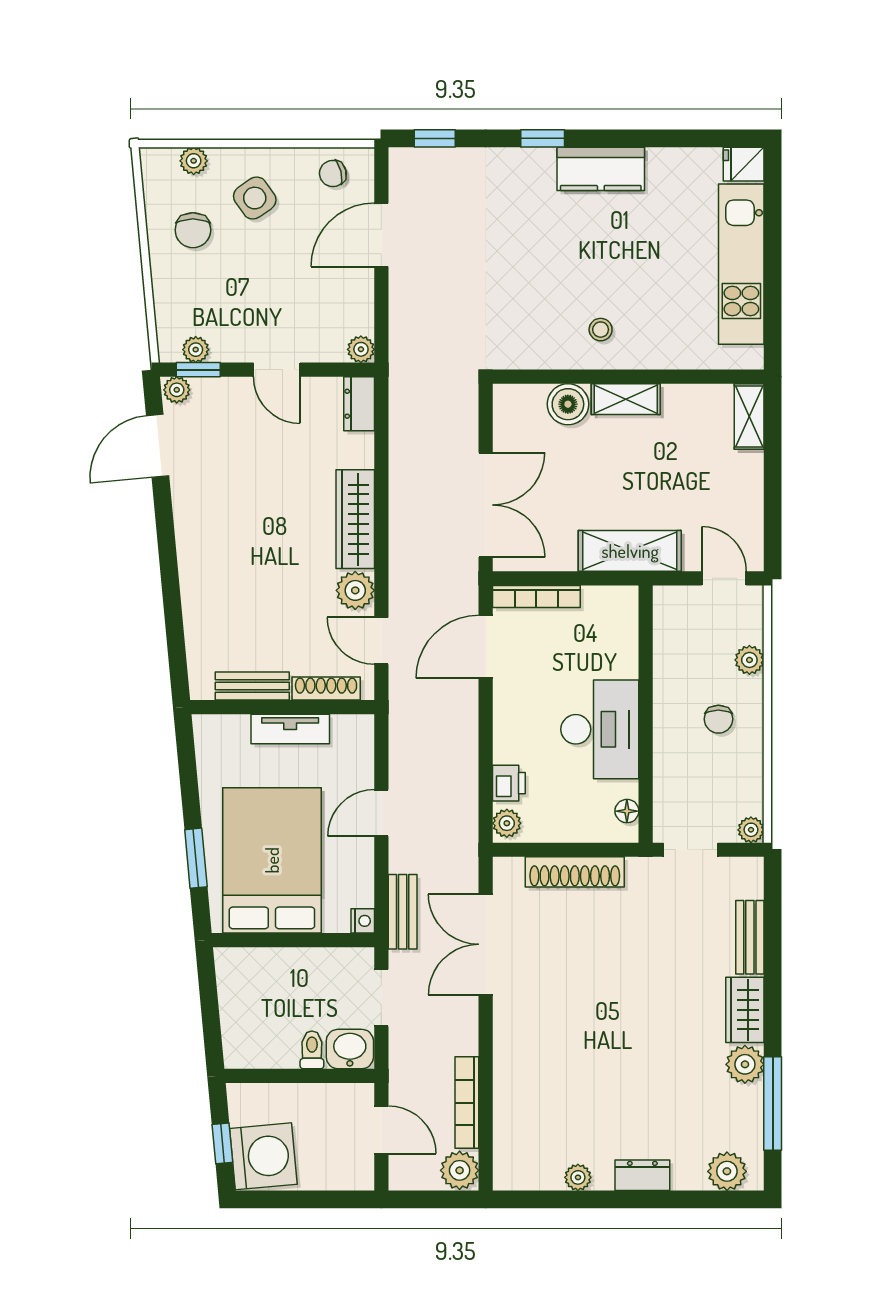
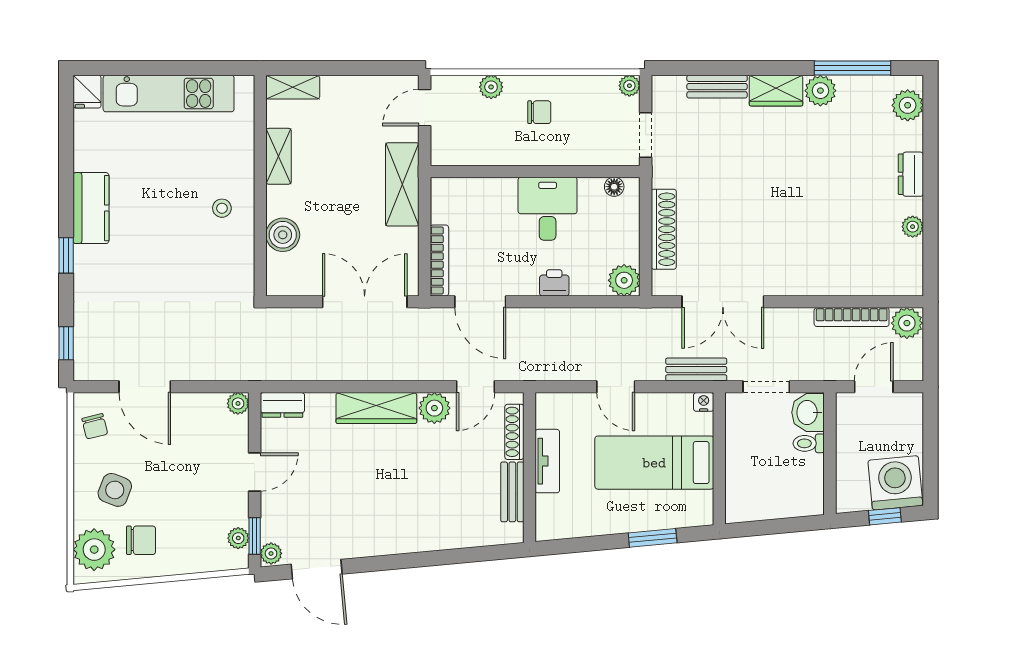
plant: (194, 161) -> (94, 550), width x1.88, depth x1.88
side table: (255, 198) -> (115, 490), turned -34
shelving: (626, 399) -> (279, 156), moved
desk: (600, 729) -> (548, 209), width x0.73
printer: (509, 783) -> (554, 283), moved
plant: (507, 823) -> (624, 280), width x1.38, depth x1.38
bed: (272, 860) -> (654, 463), width x0.67

